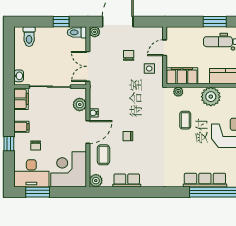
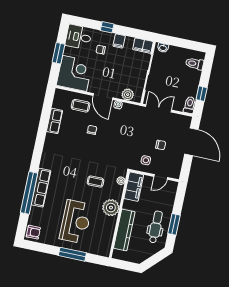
plant: (95, 32) -> (187, 120), removed
door: (165, 48) -> (161, 177), swing flipped
desk: (31, 173) -> (79, 37), width x0.73
plant: (96, 181) -> (60, 95), removed
window: (38, 192) -> (59, 53), moved

